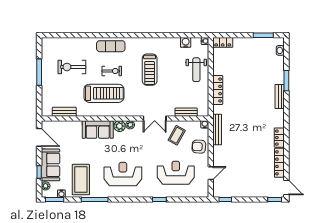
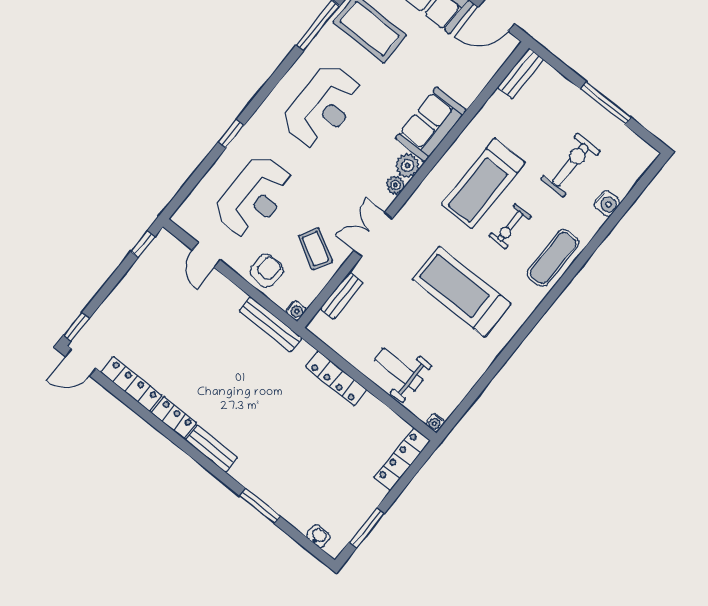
water cooler: (186, 42) -> (607, 203), moved
locker: (223, 42) -> (402, 459), width x1.53
treadmill: (150, 70) -> (462, 292), width x1.37, depth x1.38
bench: (280, 97) -> (211, 449), moved
bench: (64, 112) -> (521, 73), moved

